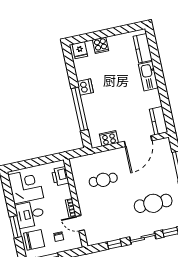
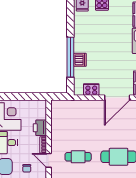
dishwasher: (85, 87) -> (80, 60), moved
printer: (60, 176) -> (40, 128), moved
cafe table: (103, 180) -> (78, 157), moved

